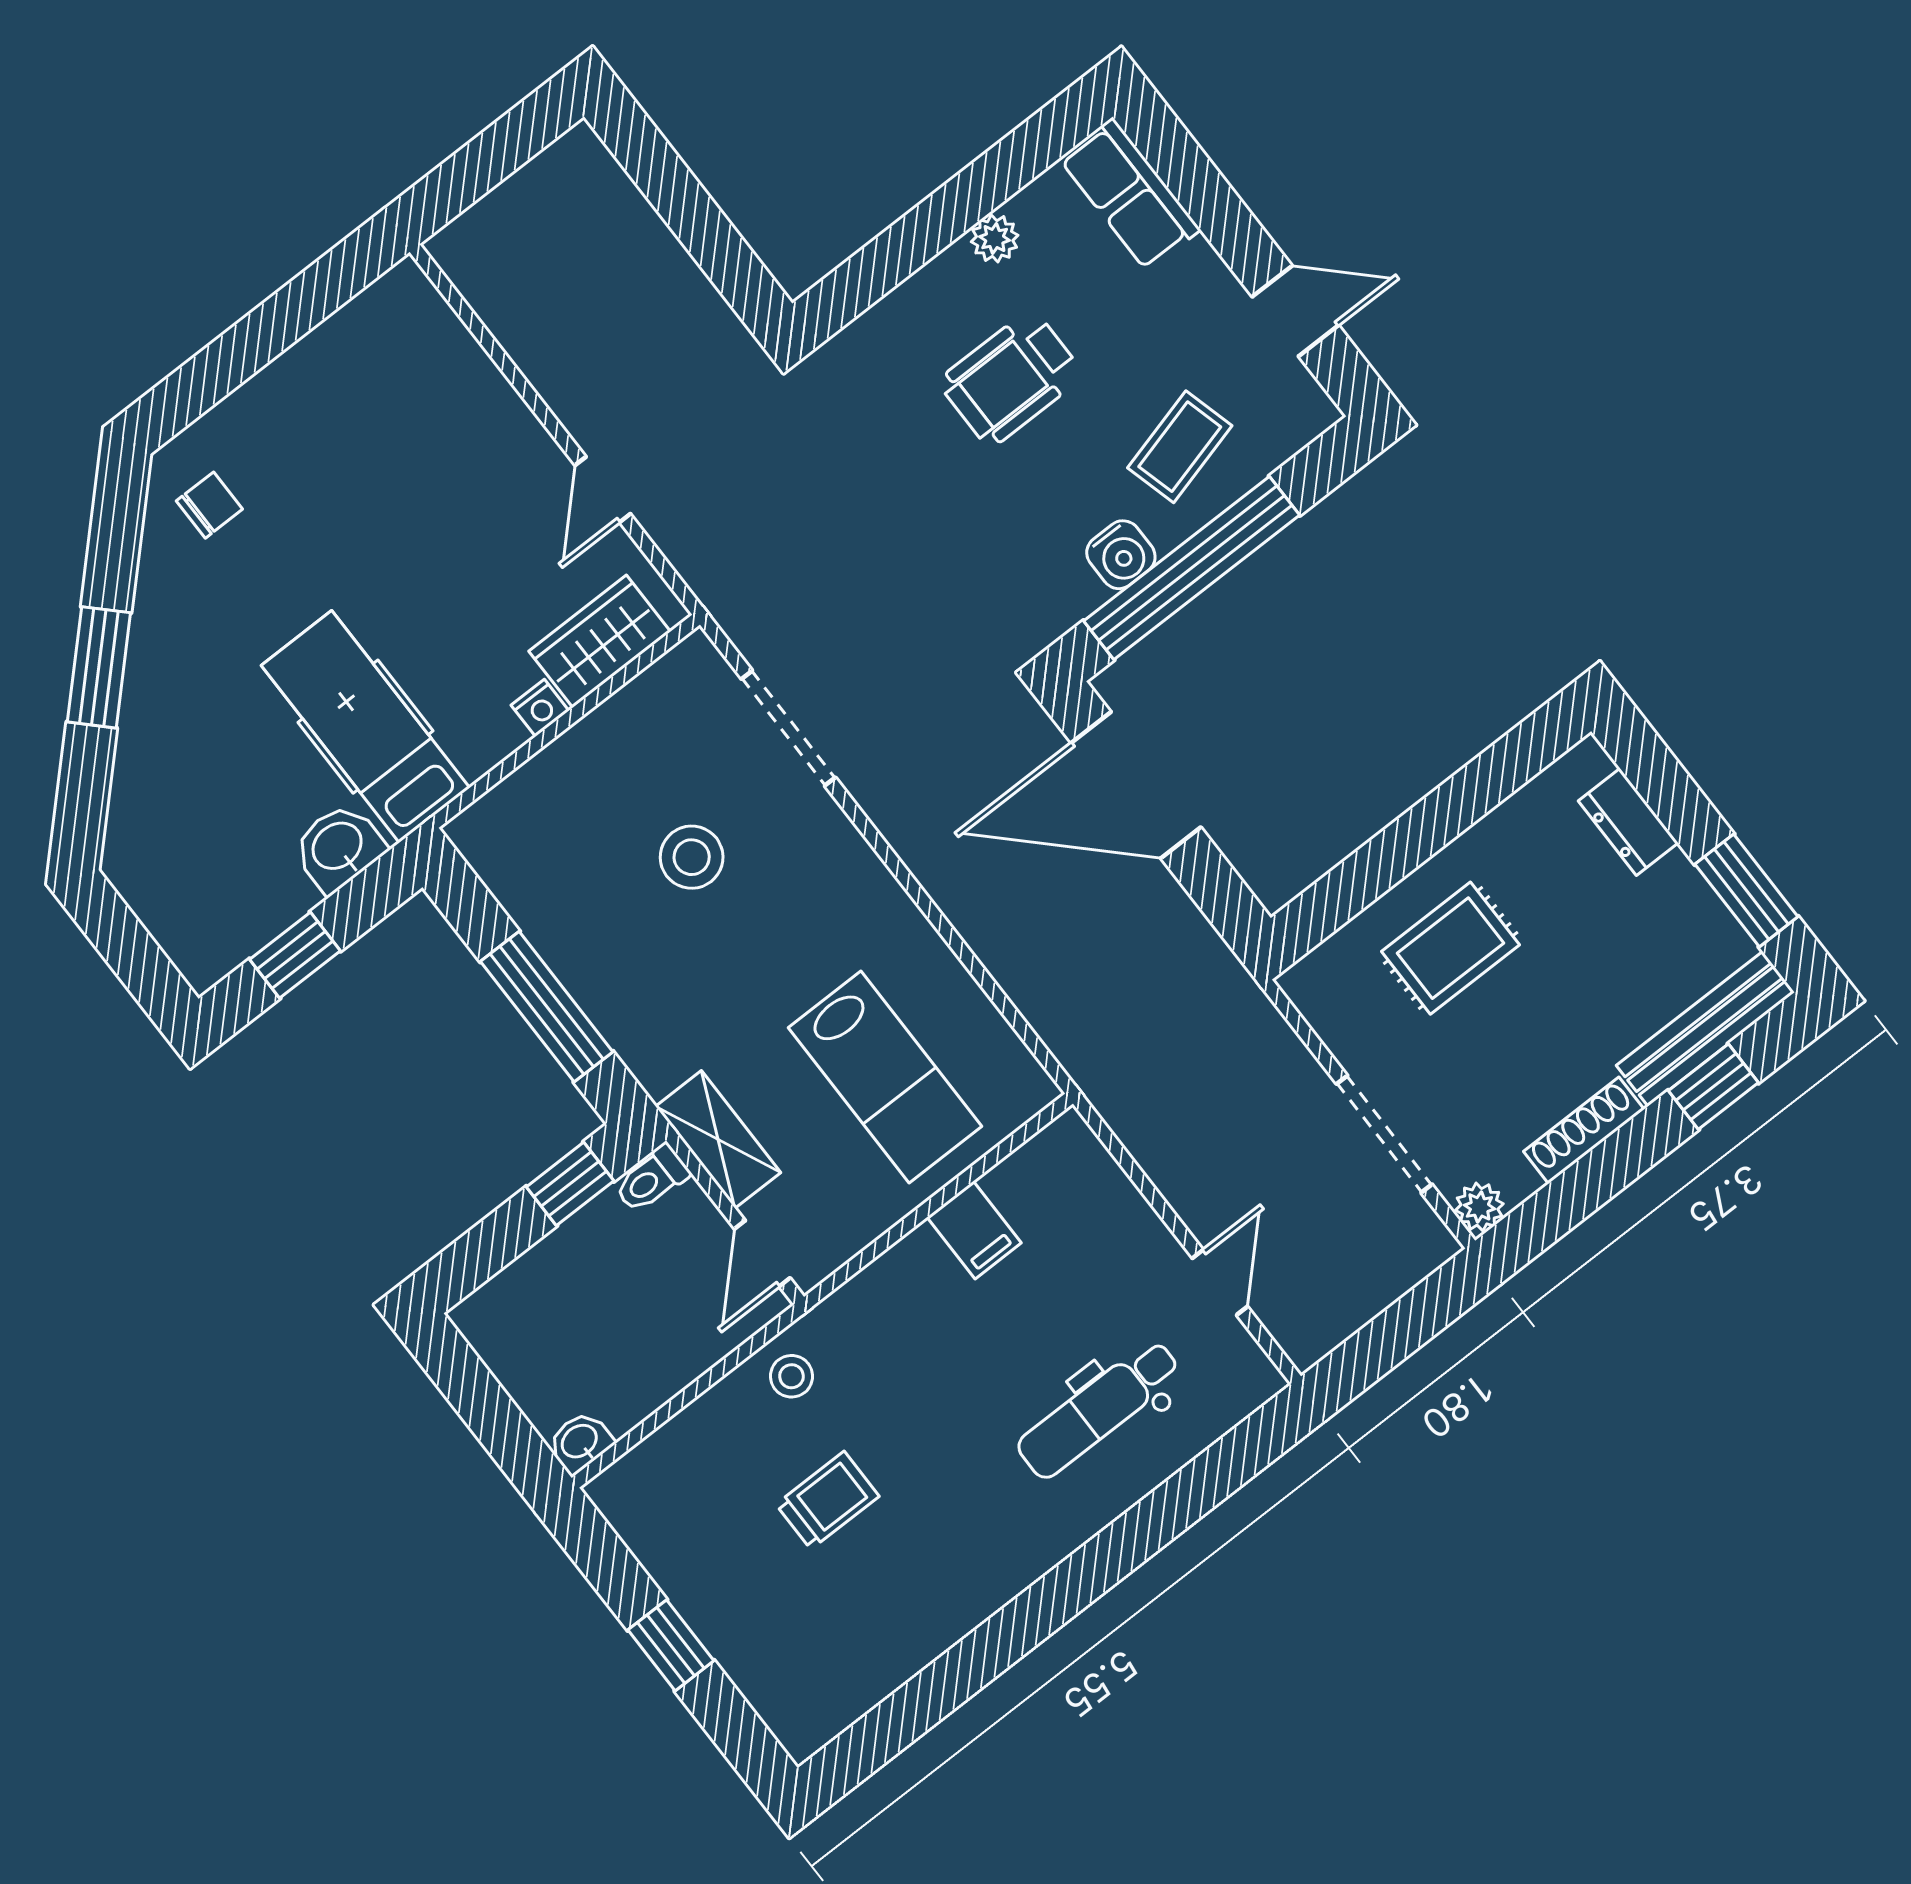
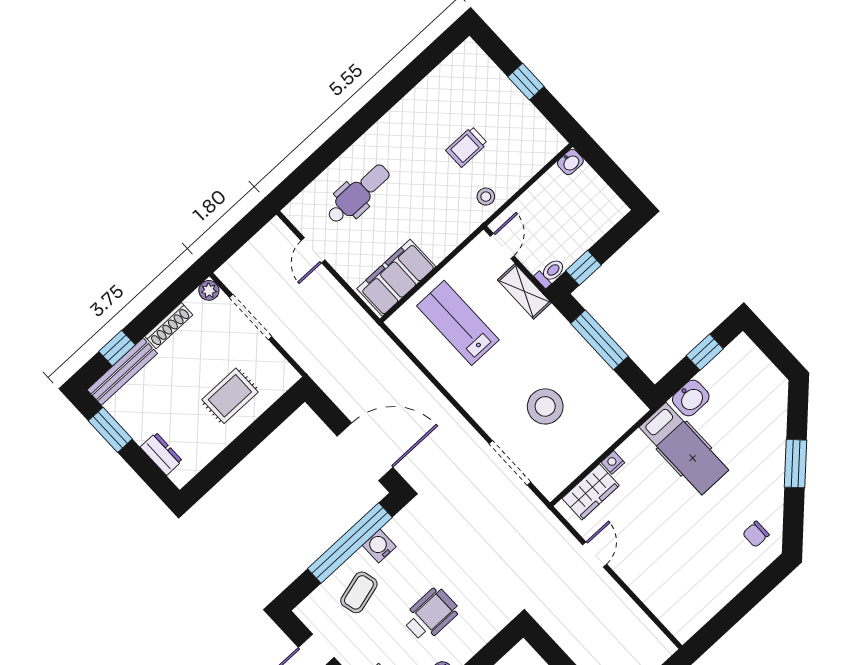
stool: (692, 857) -> (545, 406), width x1.38, depth x1.38
filing cabinet: (974, 1230) -> (396, 278), width x3.00, depth x1.17

